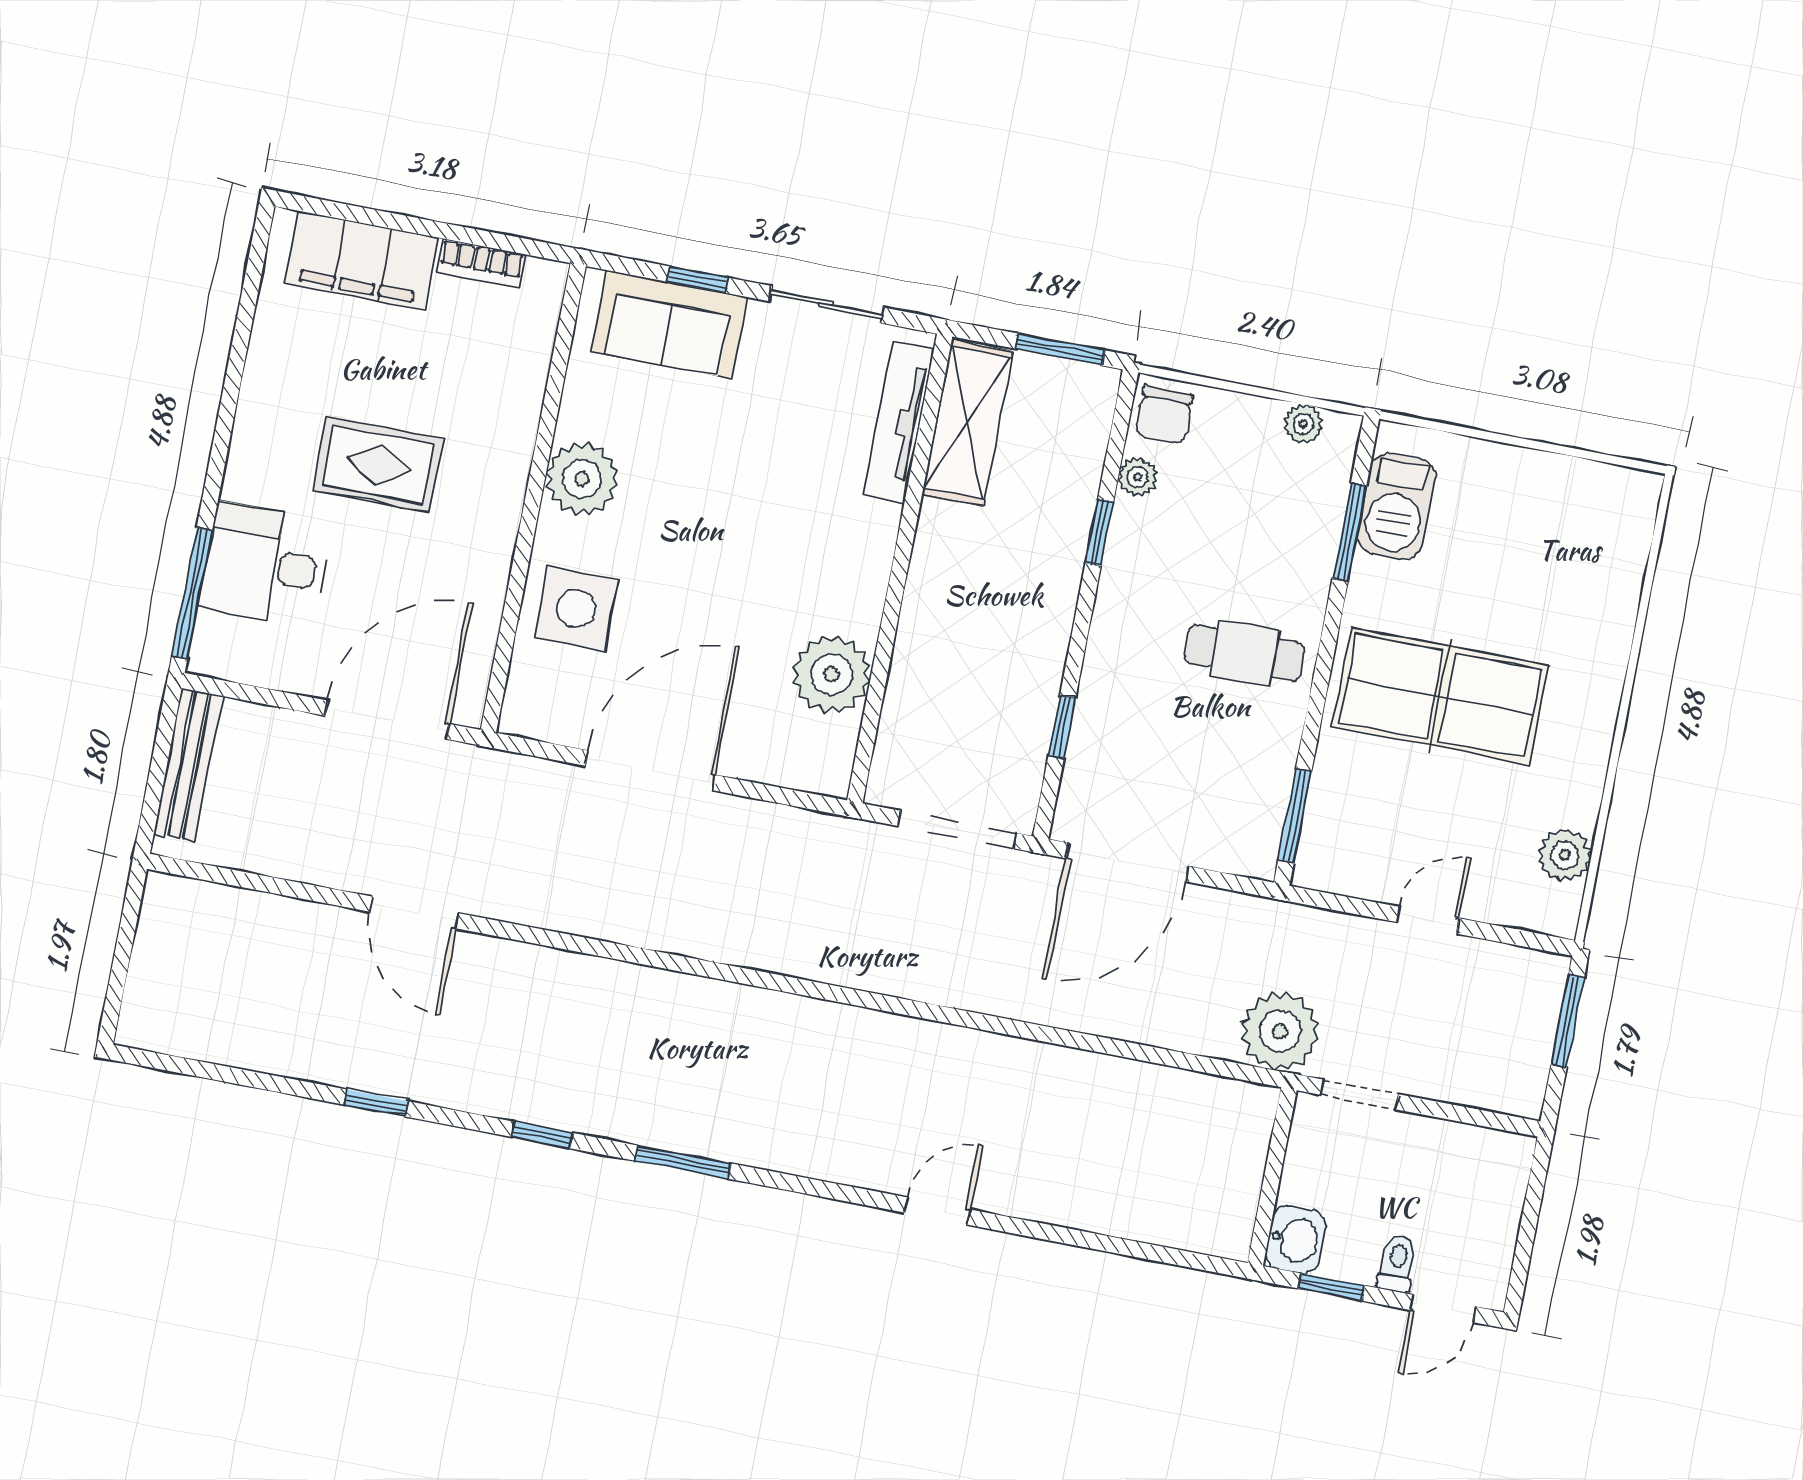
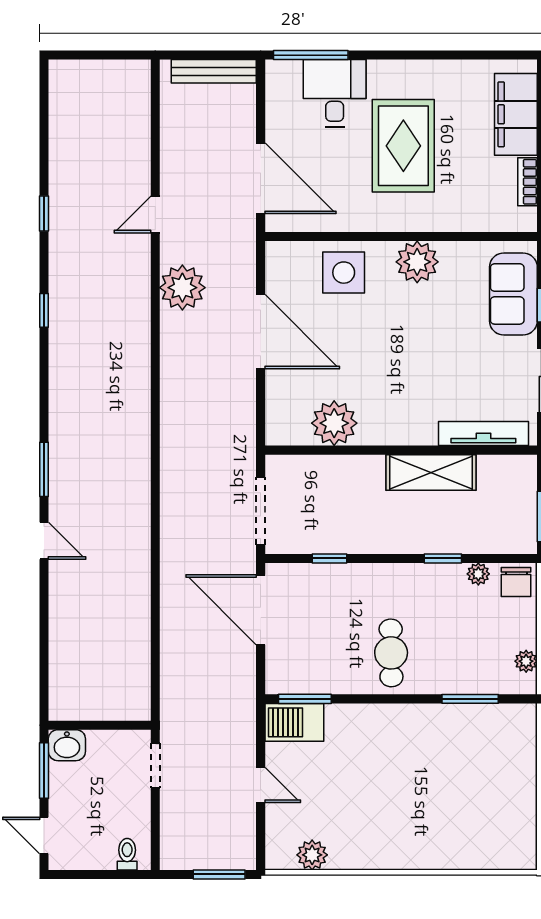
chair: (1164, 415) -> (516, 582), turned -90
shelving: (968, 423) -> (431, 472), moved
rug: (378, 464) -> (403, 146), width x1.36, depth x1.43
barbecue: (1396, 506) -> (294, 722), moved
table tennis table: (1440, 696) -> (388, 768), removed
door: (414, 912) -> (155, 215), width x0.73
plant: (1280, 1031) -> (182, 288), moved
window: (683, 1162) -> (44, 469), moved
toilet: (1397, 1264) -> (127, 854), moved, turned -90
window: (1331, 1287) -> (44, 770), width x1.50

